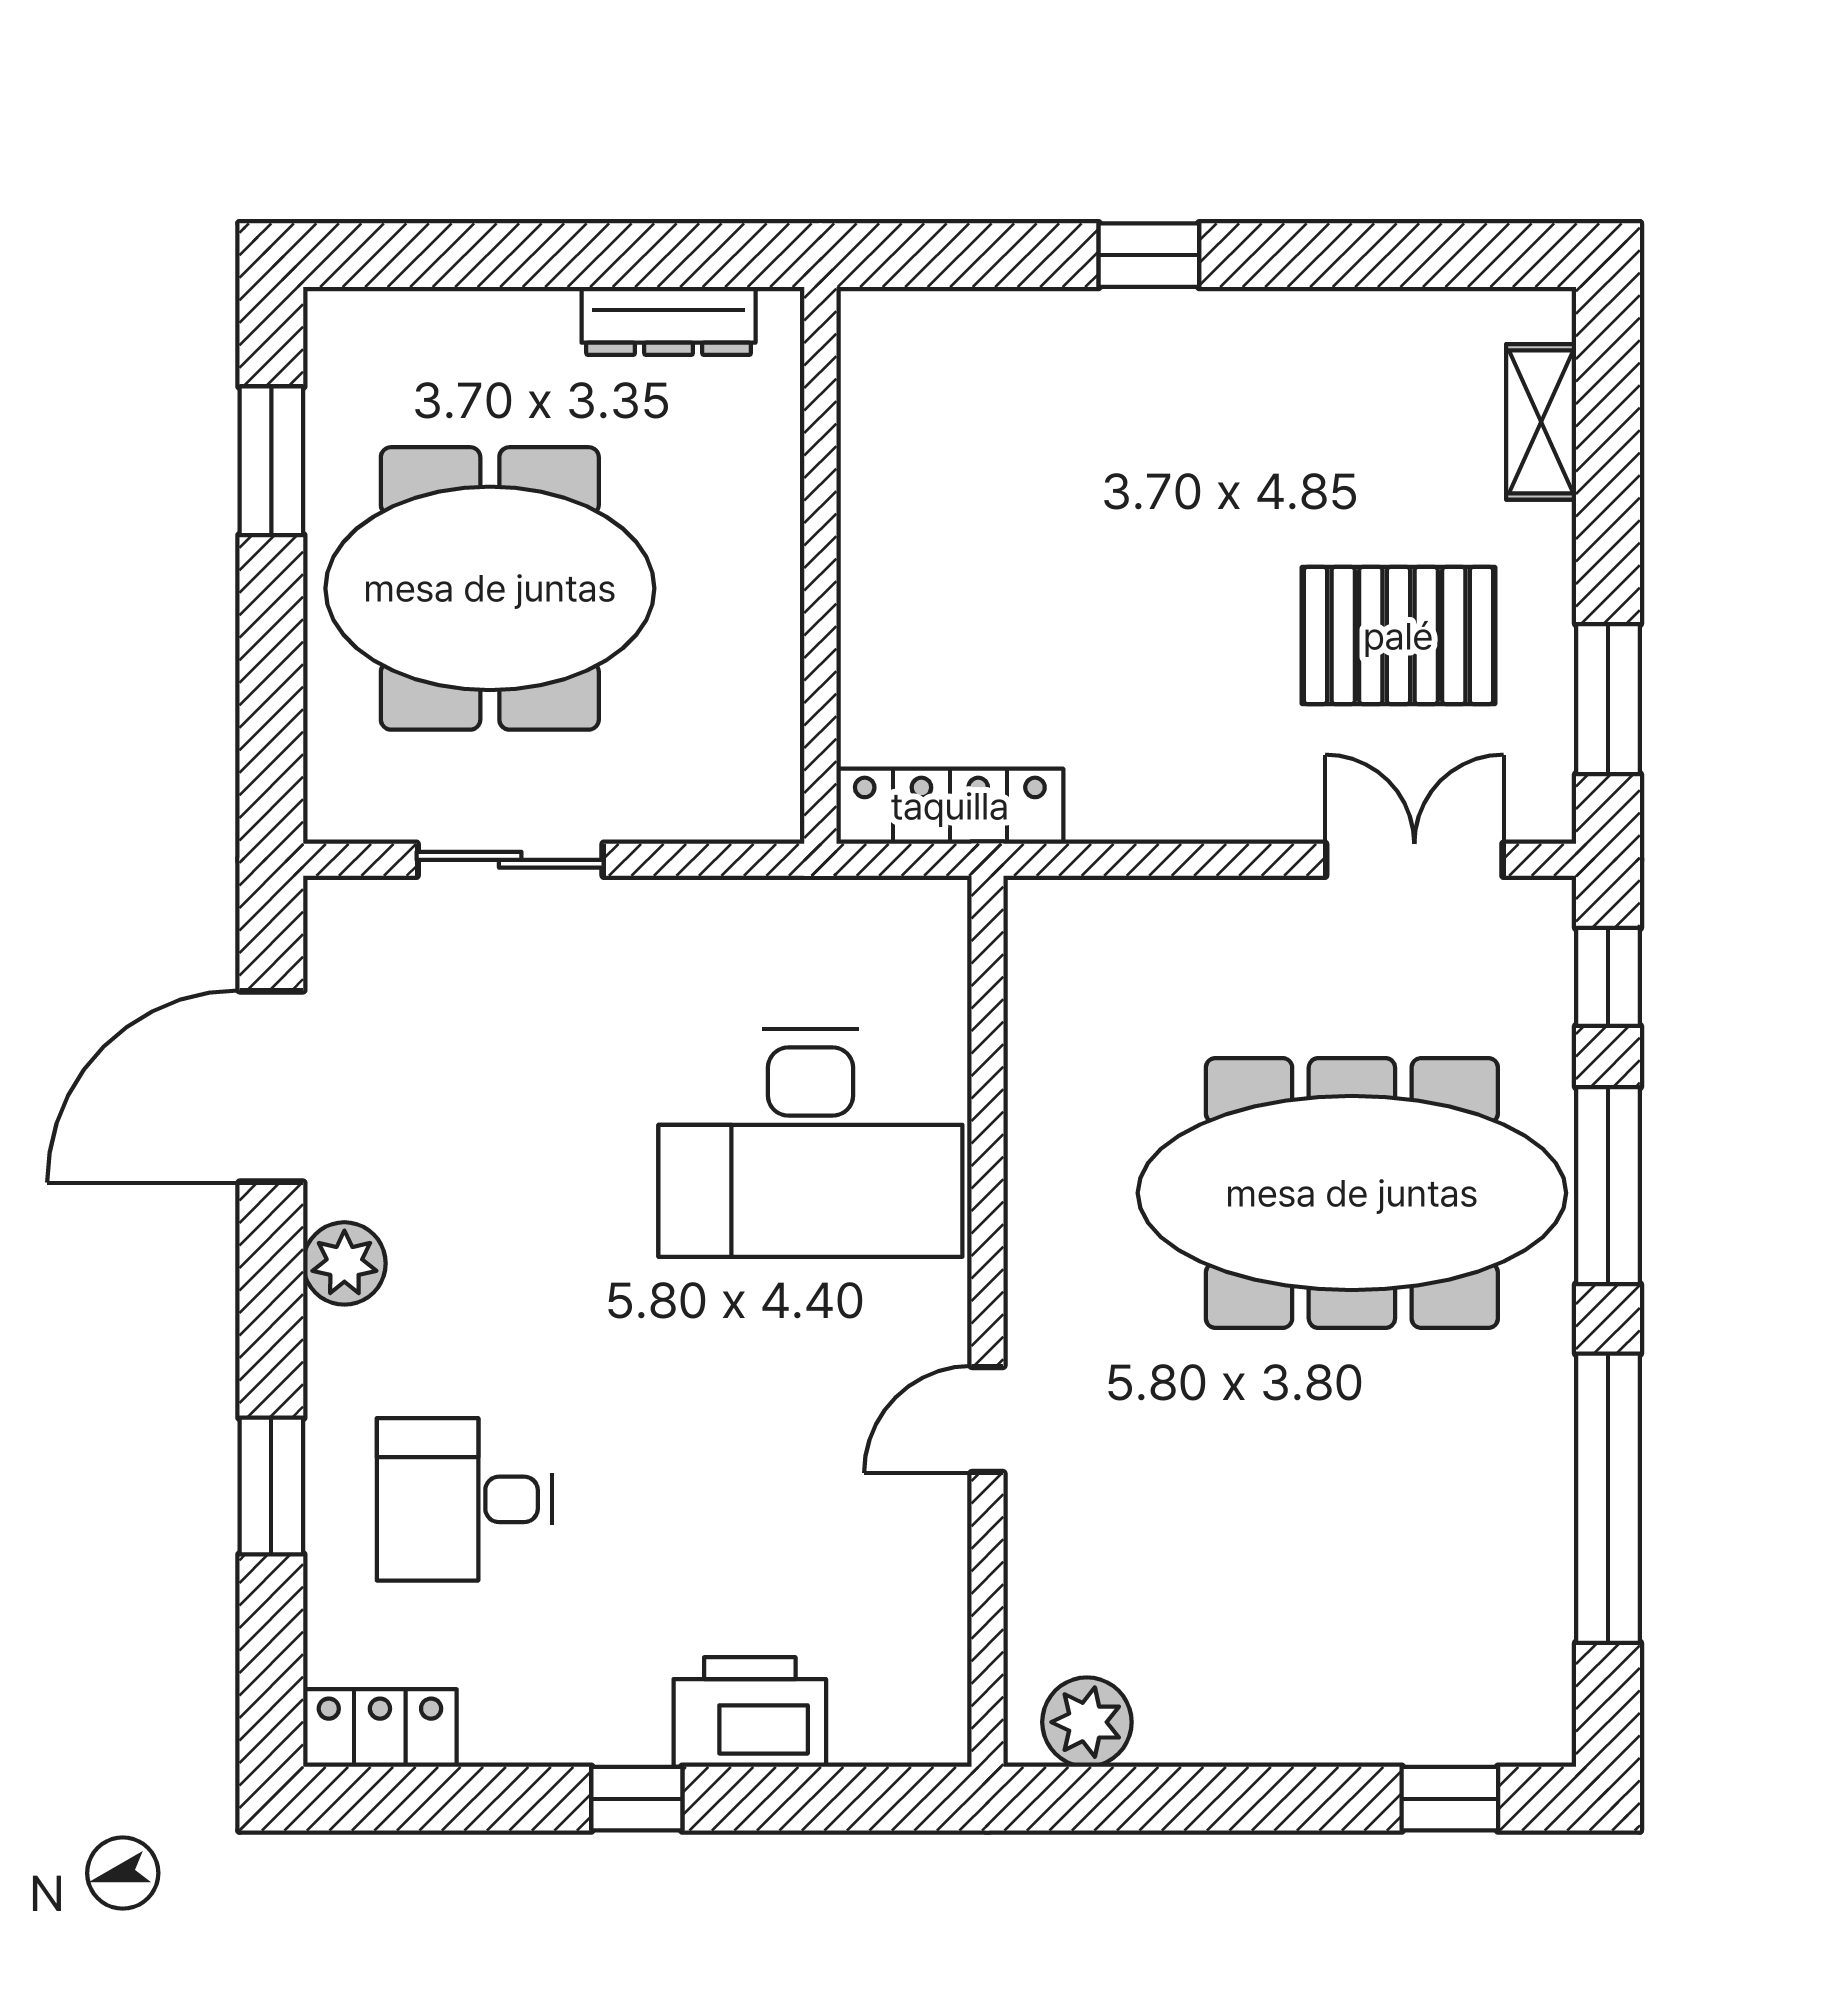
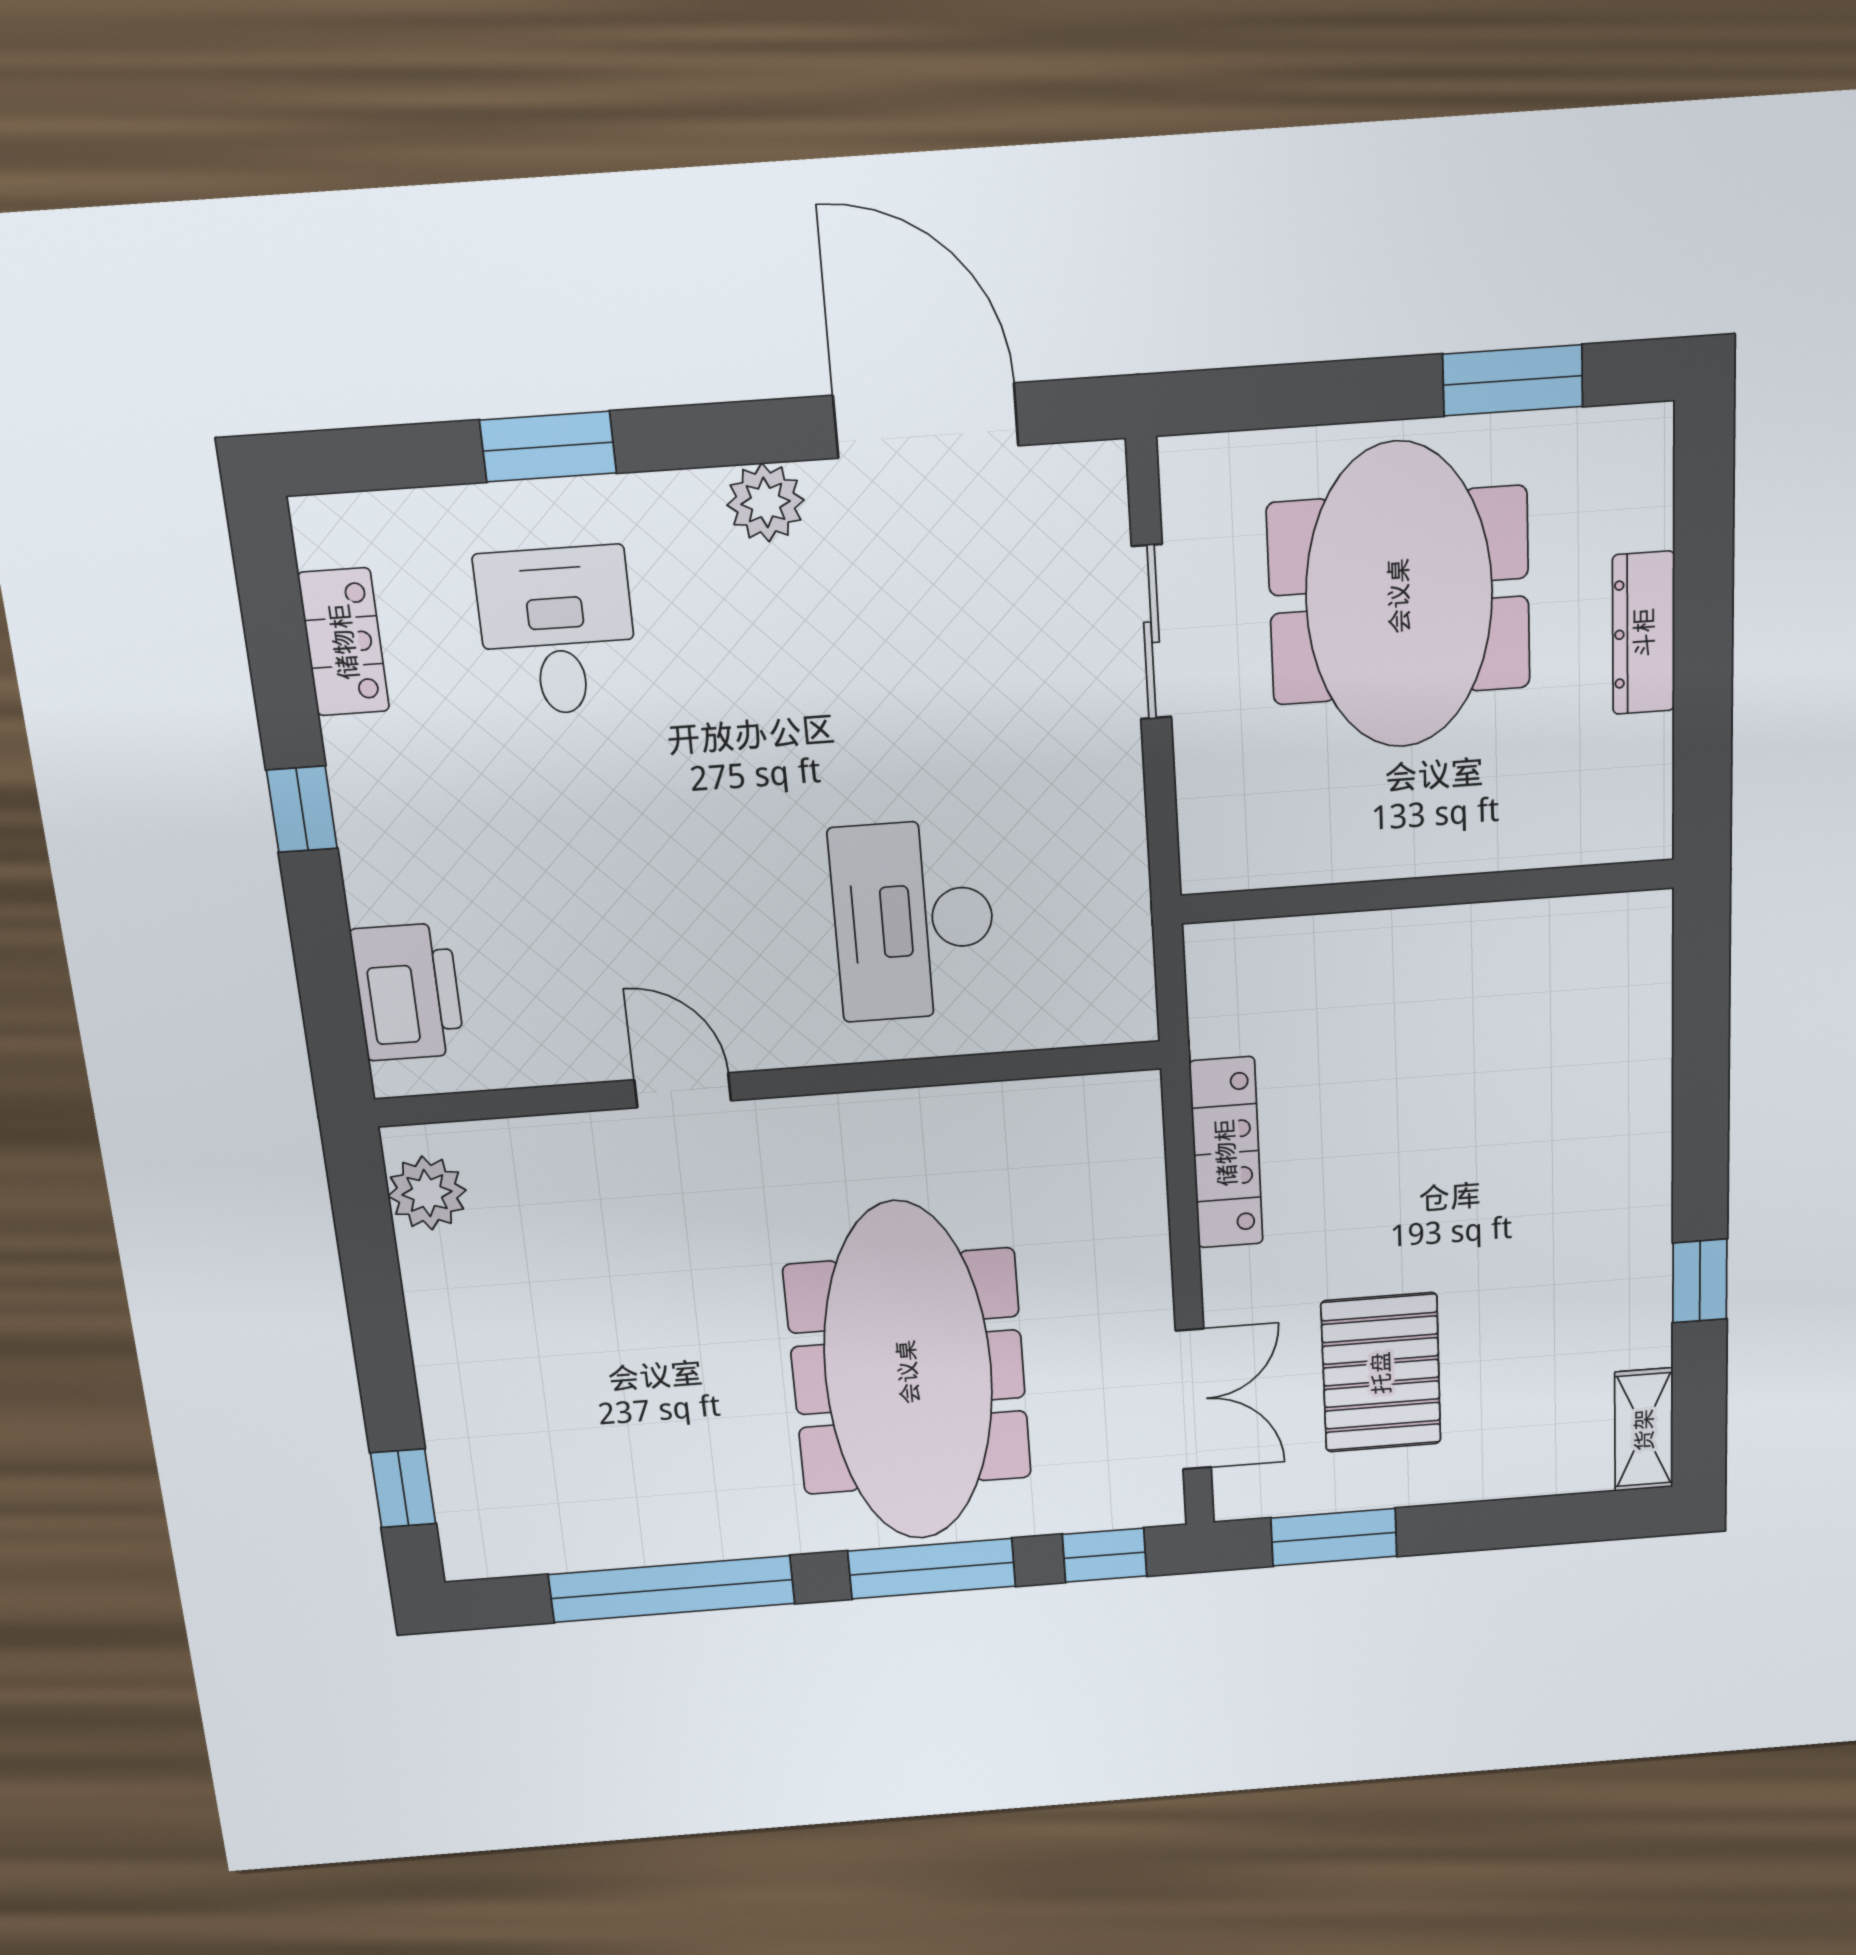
window: (1149, 255) -> (1700, 1281), moved
dresser: (669, 321) -> (1644, 633), moved
shelving: (1541, 422) -> (1644, 1430), moved, turned 90
locker: (950, 806) -> (1226, 1153), moved
desk: (810, 1143) -> (914, 920), width x0.73, depth x0.77
printer: (750, 1712) -> (408, 992), moved
locker: (380, 1728) -> (344, 642), moved

